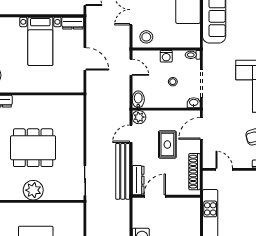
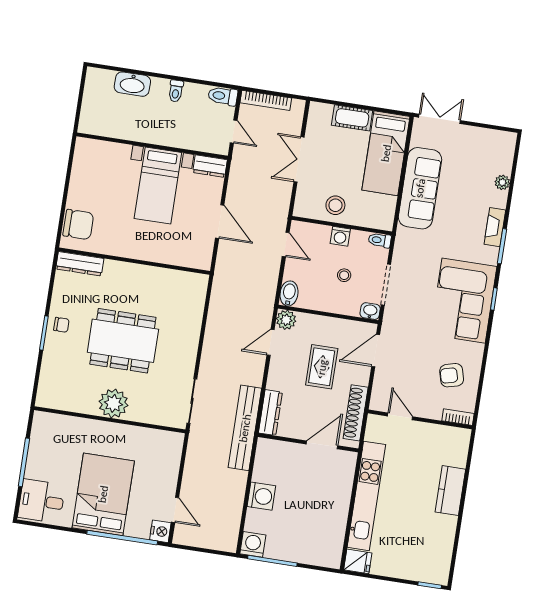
stool: (146, 37) -> (335, 205), moved
bench: (123, 171) -> (245, 428), moved
door: (155, 196) -> (322, 445), moved

